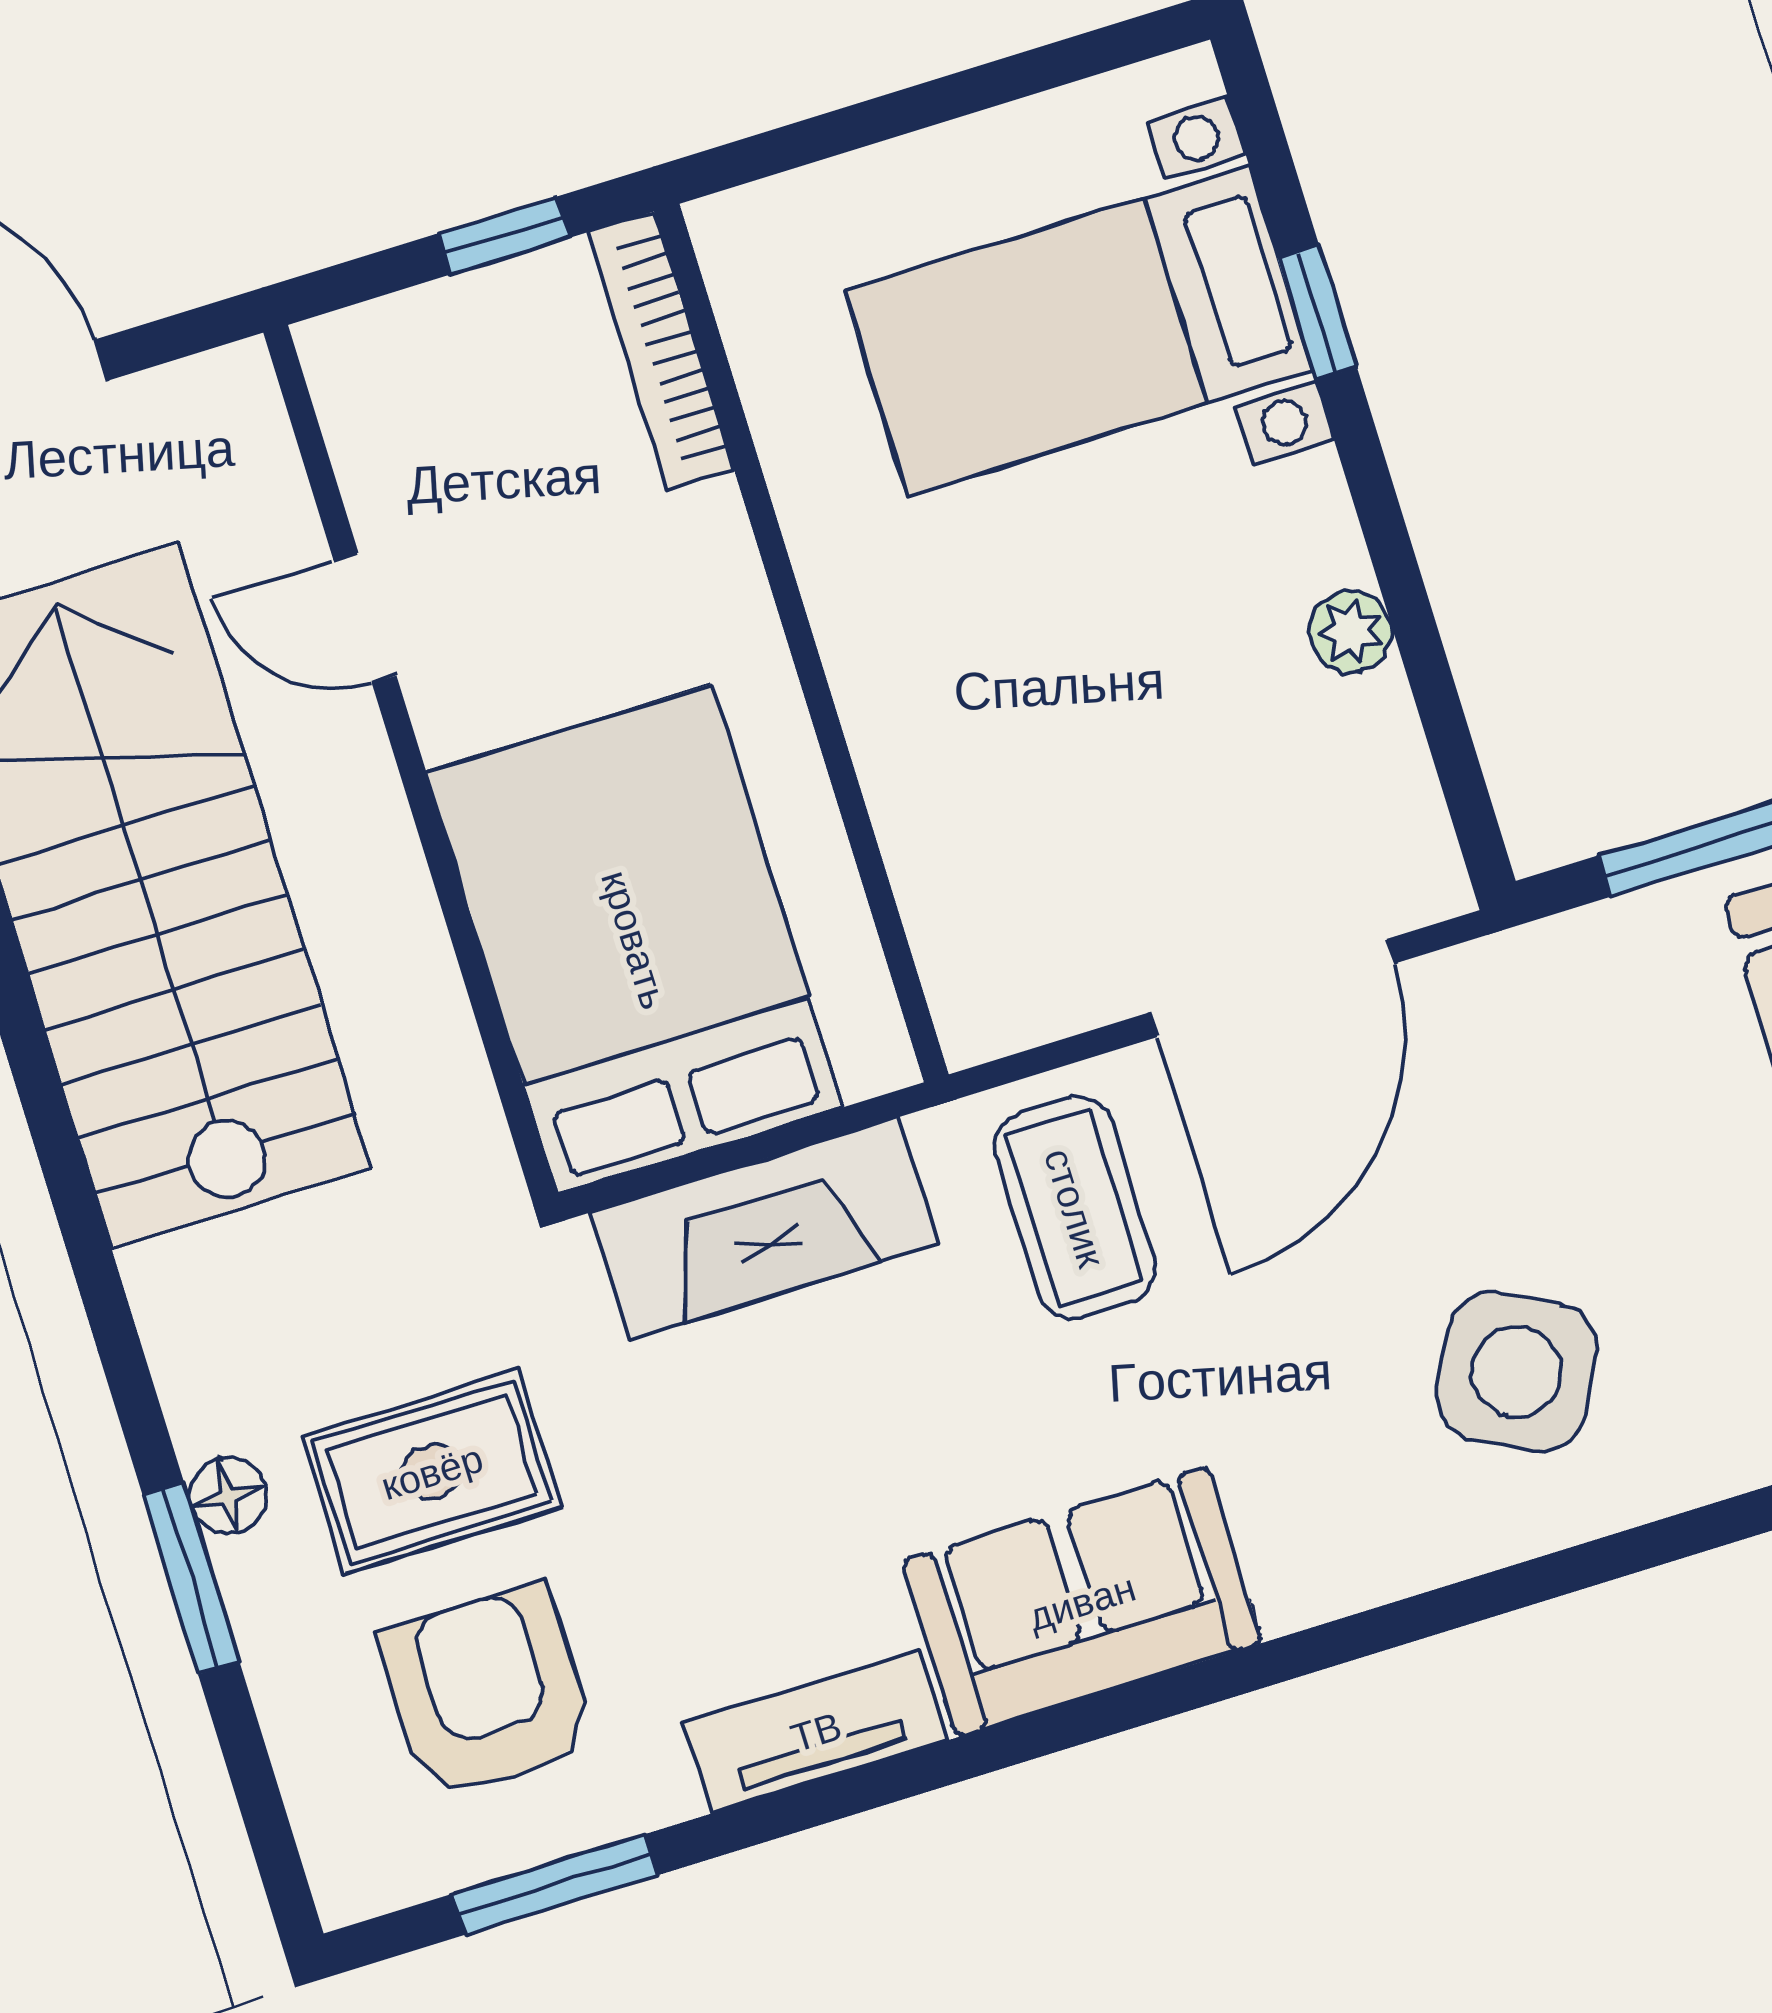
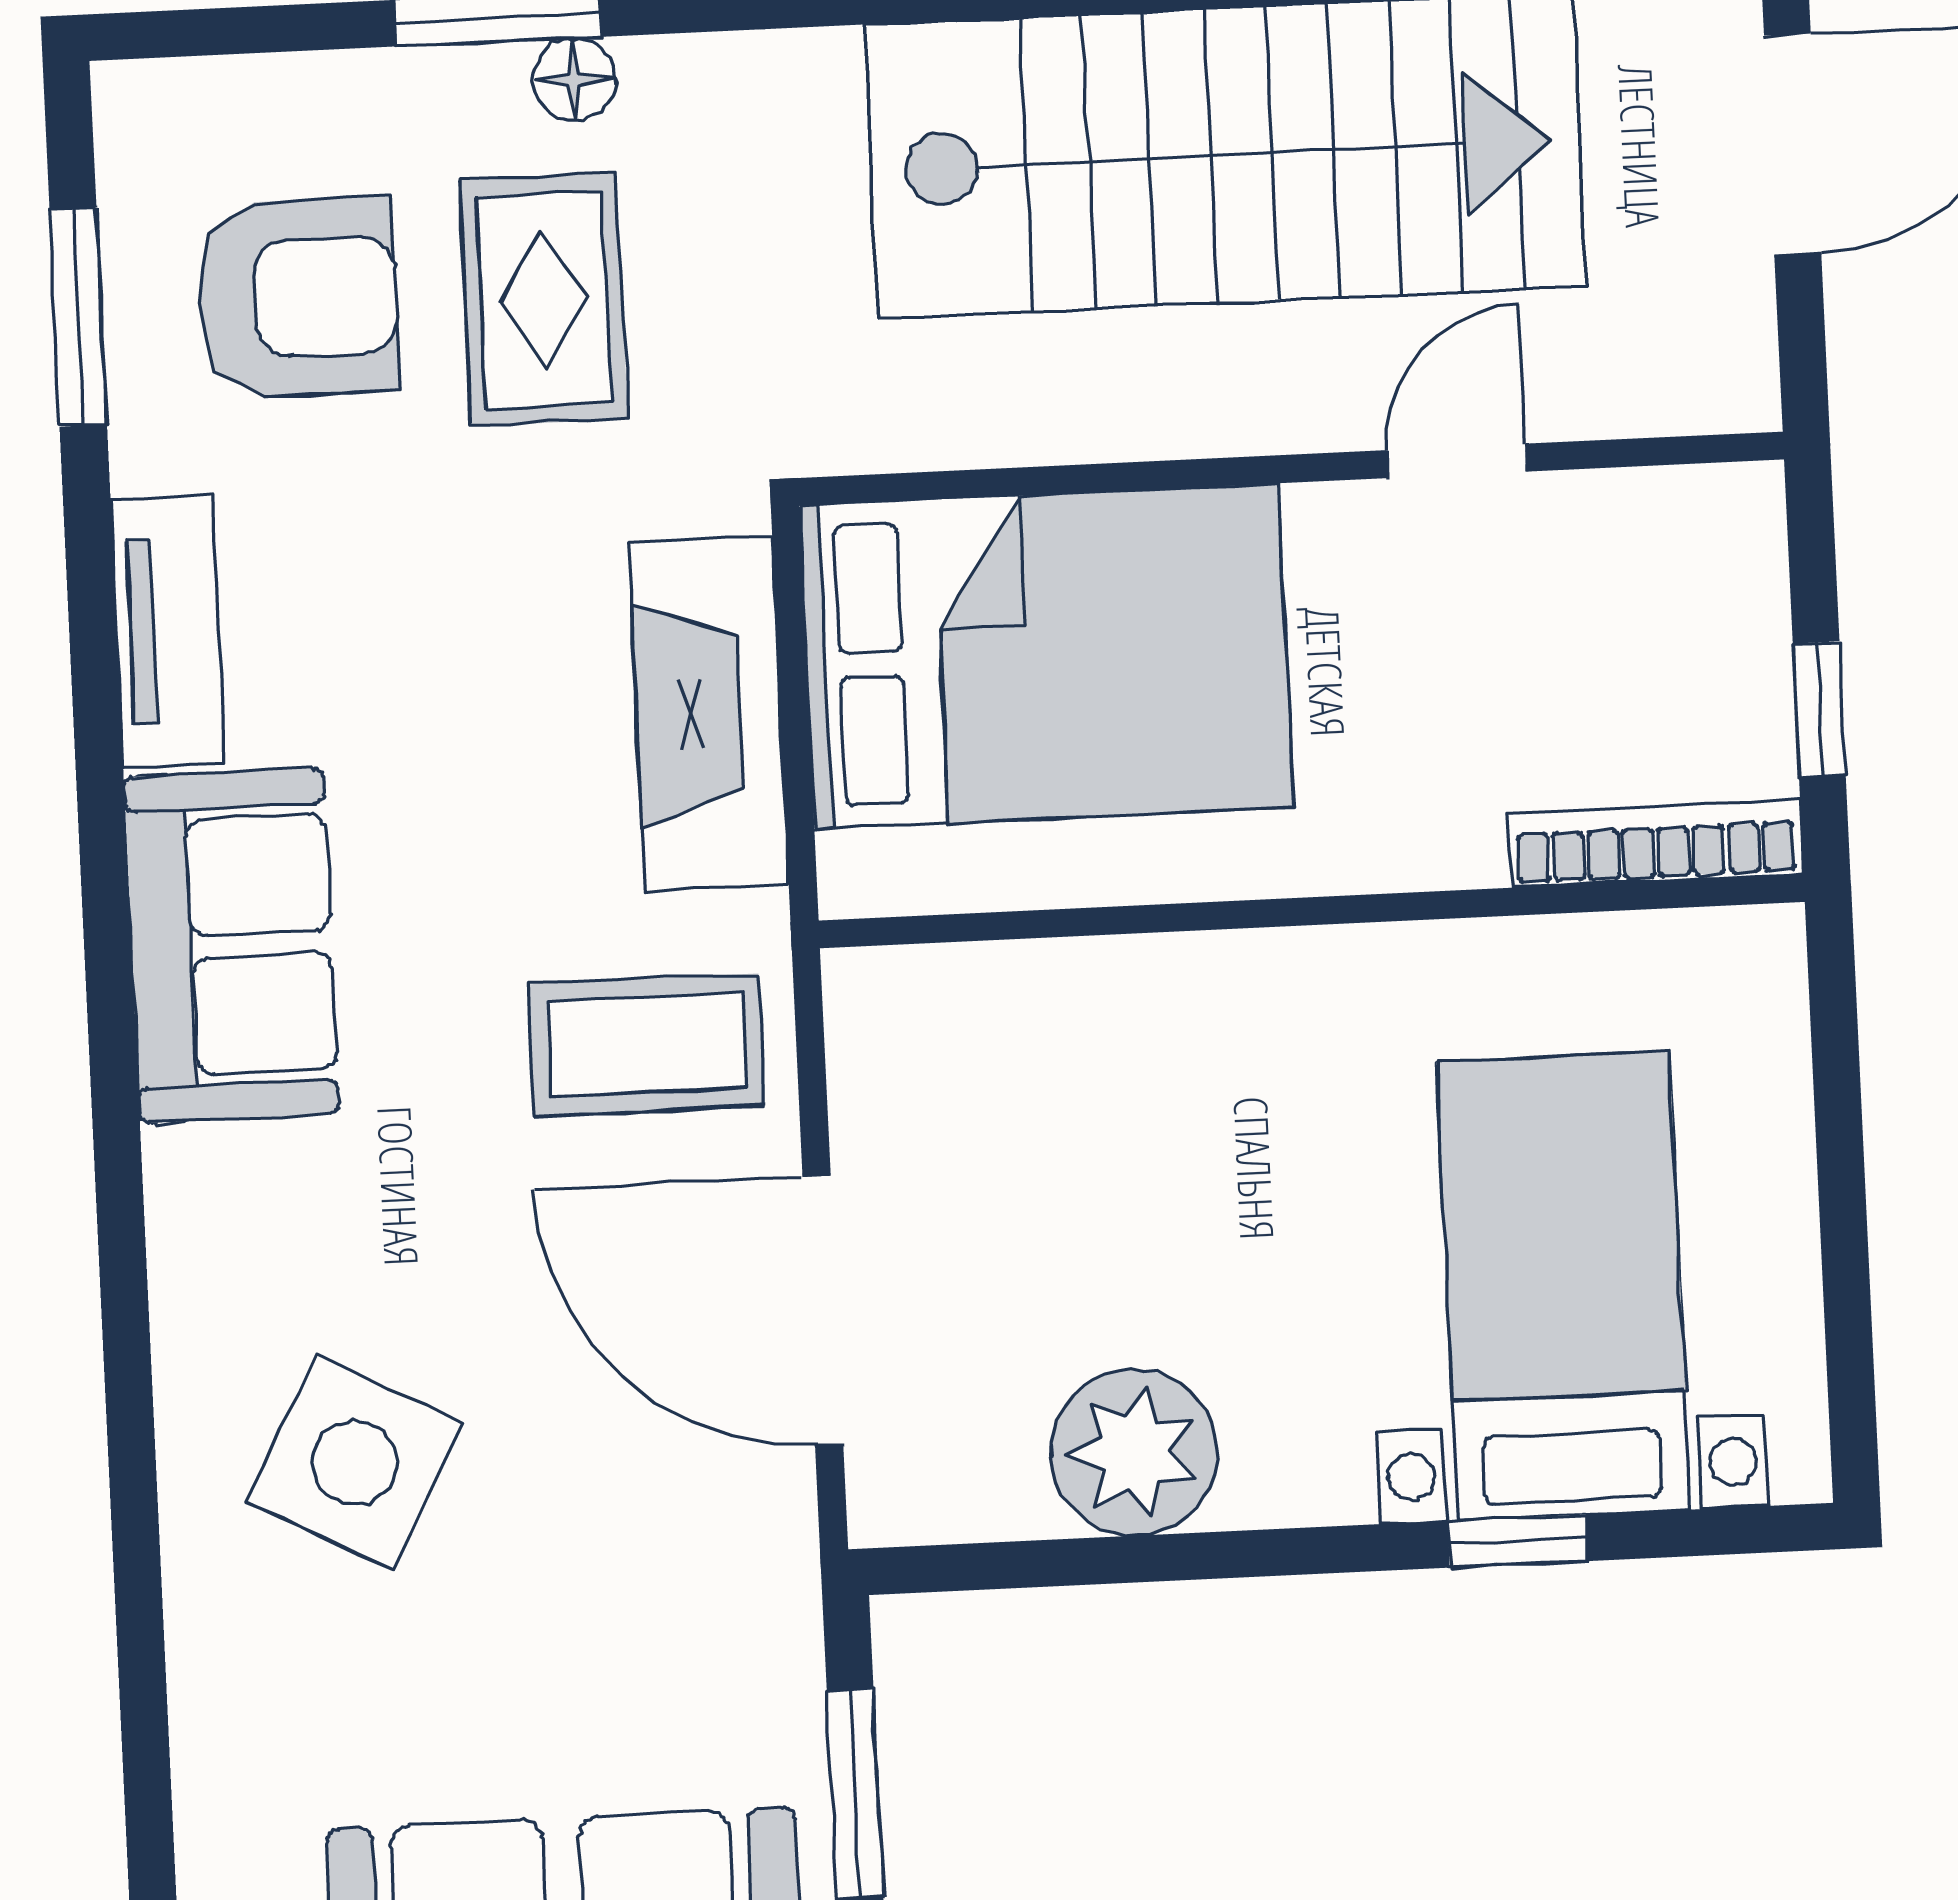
plant: (1351, 632) -> (1134, 1452), width x1.87, depth x1.87

